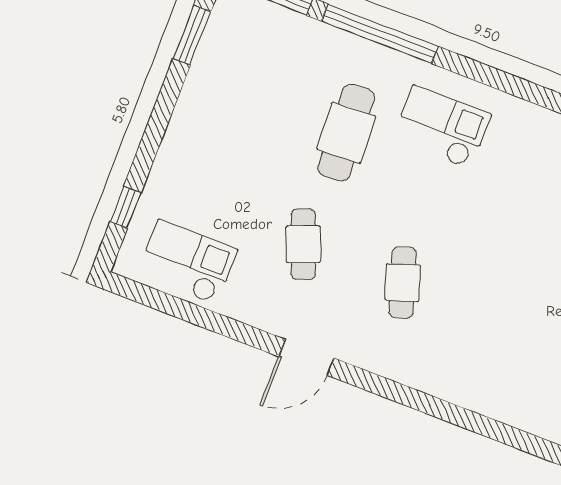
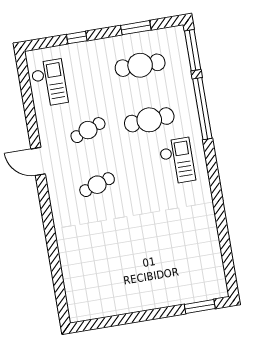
window: (192, 35) -> (136, 28), moved
cafe table: (247, 94) -> (140, 65), added
window: (126, 207) -> (77, 38), moved

